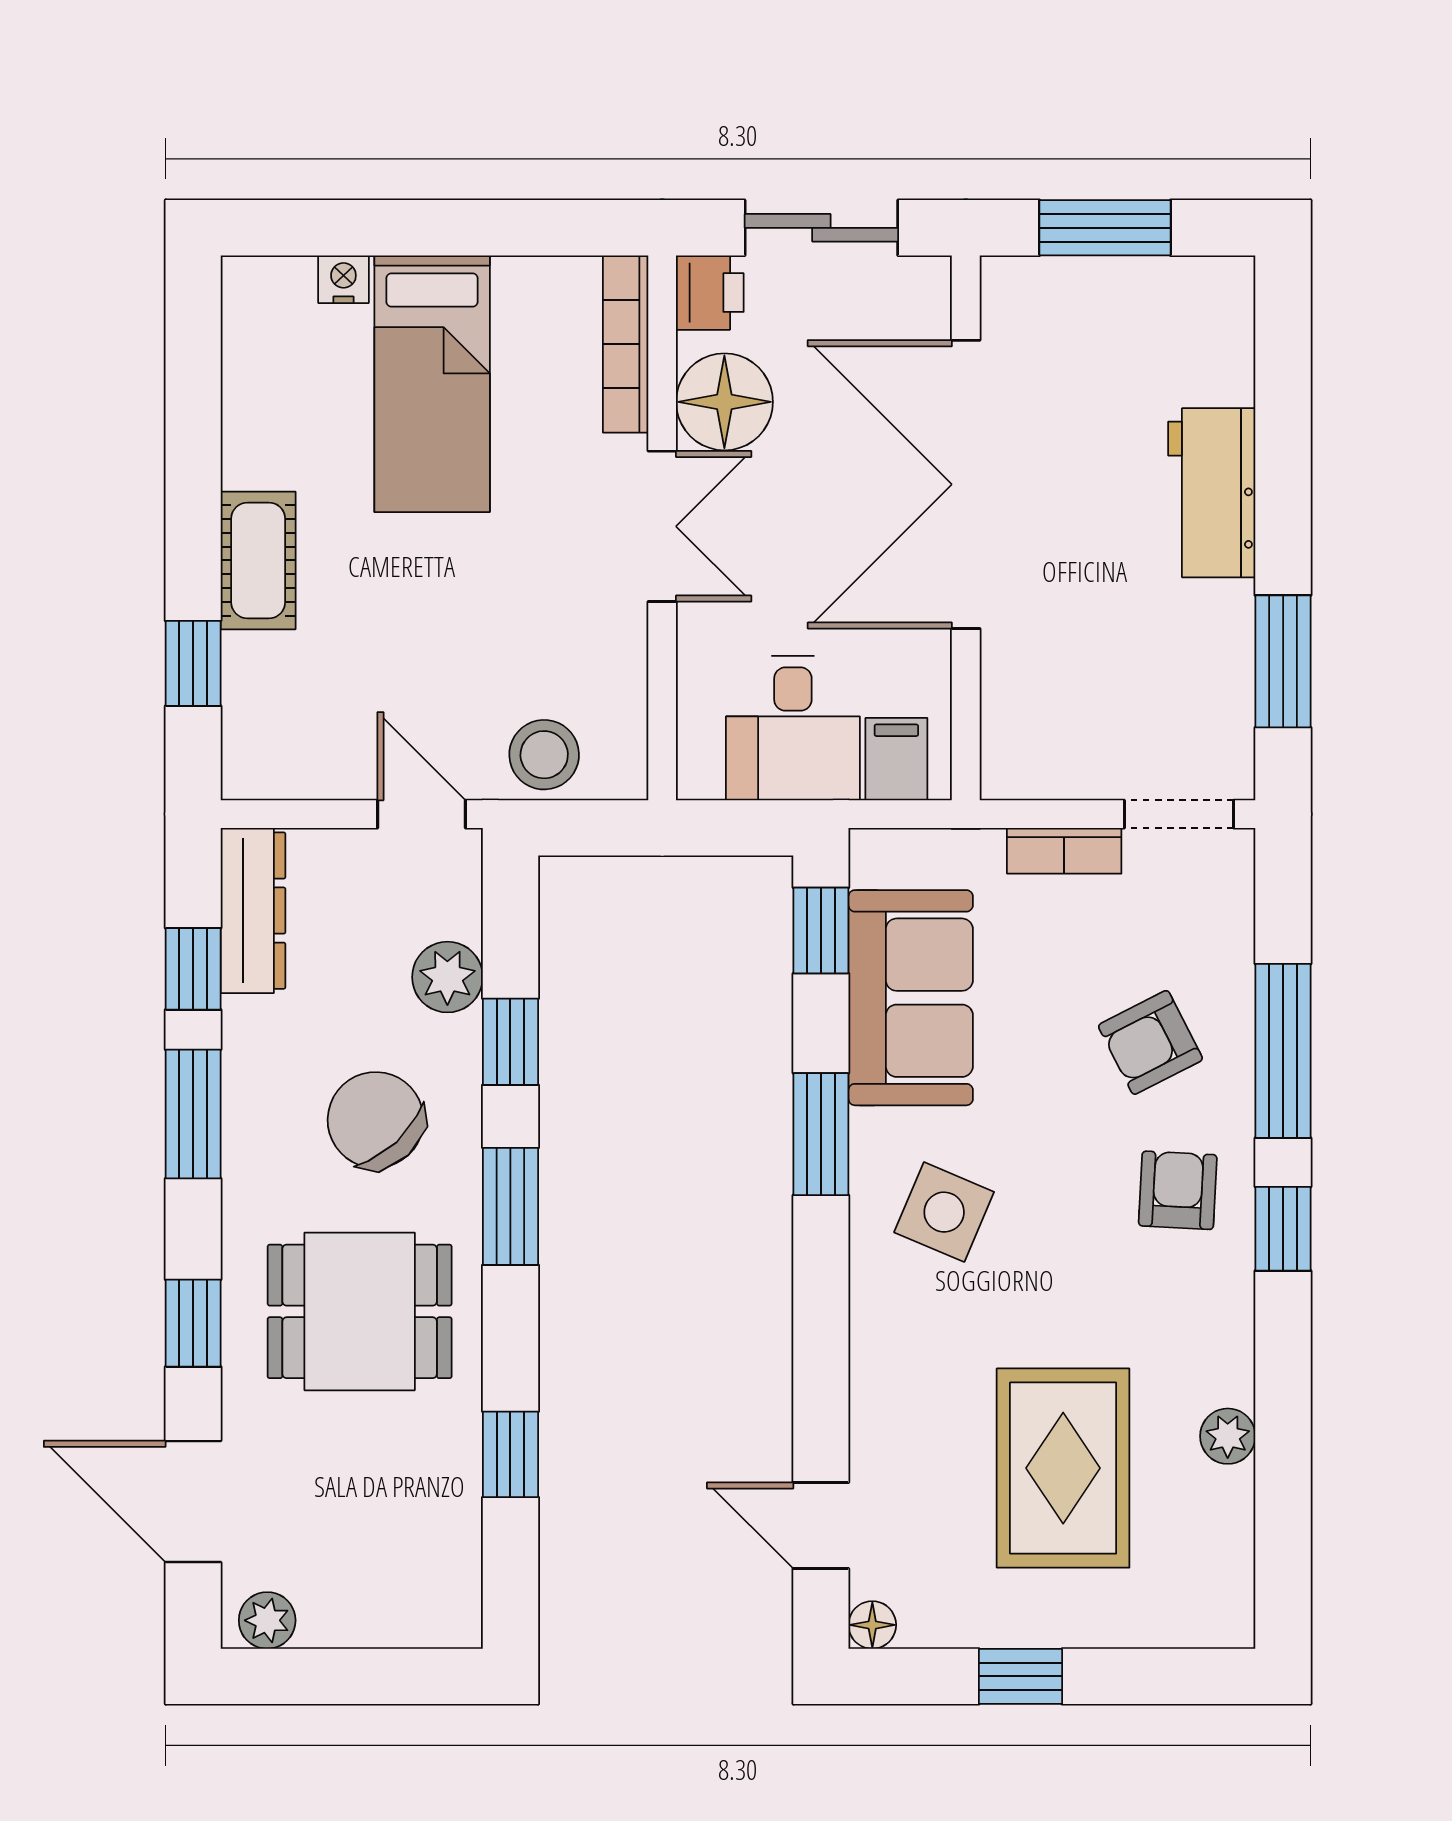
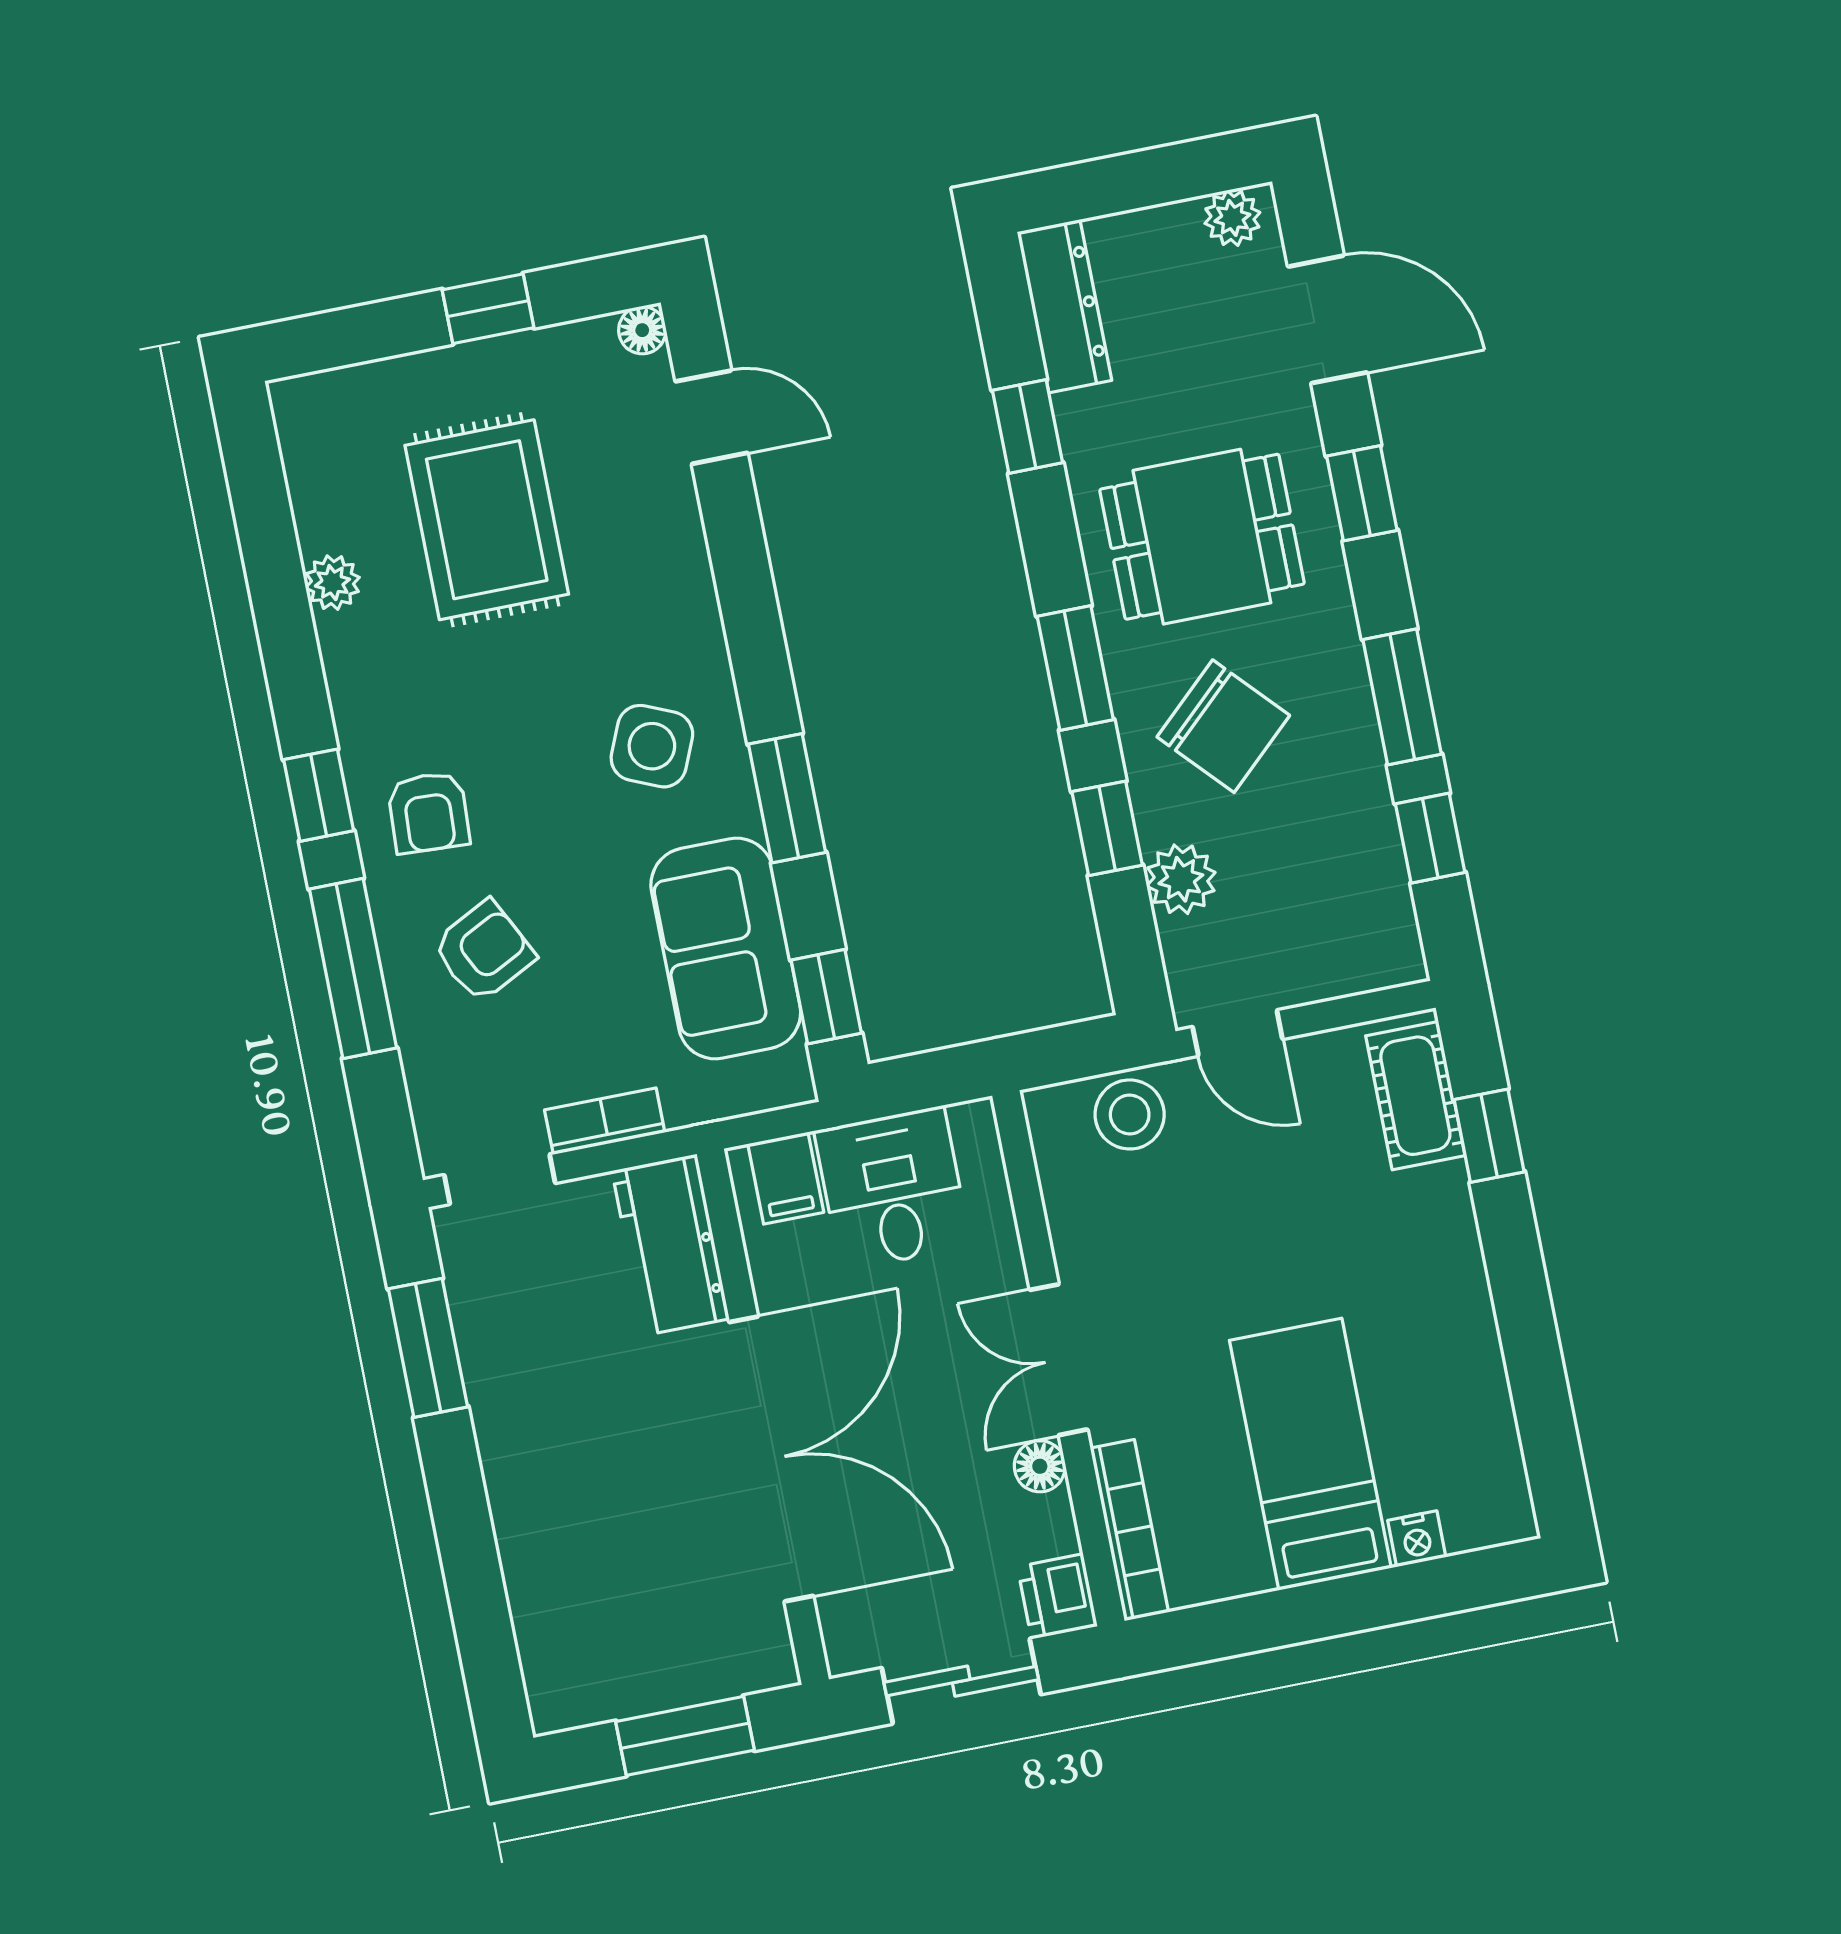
floor lamp: (724, 402) -> (1040, 1466), width x0.53, depth x0.53
workbench: (1212, 493) -> (671, 1245), moved, turned 180
cot: (258, 560) -> (1415, 1096), moved
dresser: (253, 911) -> (1064, 306), moved, turned 180

